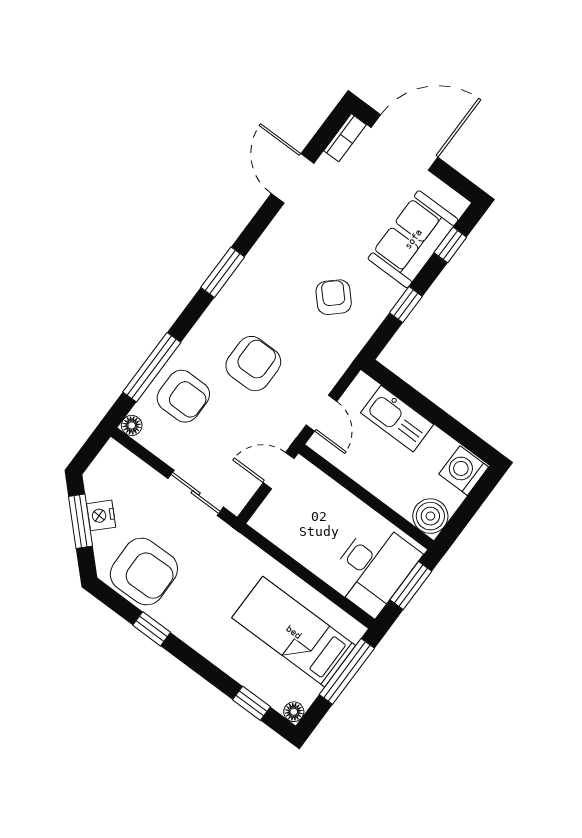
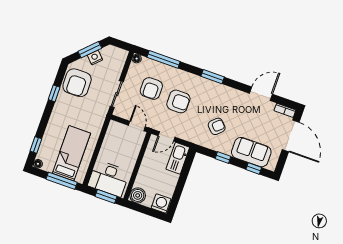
armchair: (183, 396) -> (151, 88), moved
kitchen sink: (397, 419) -> (178, 158), moved

